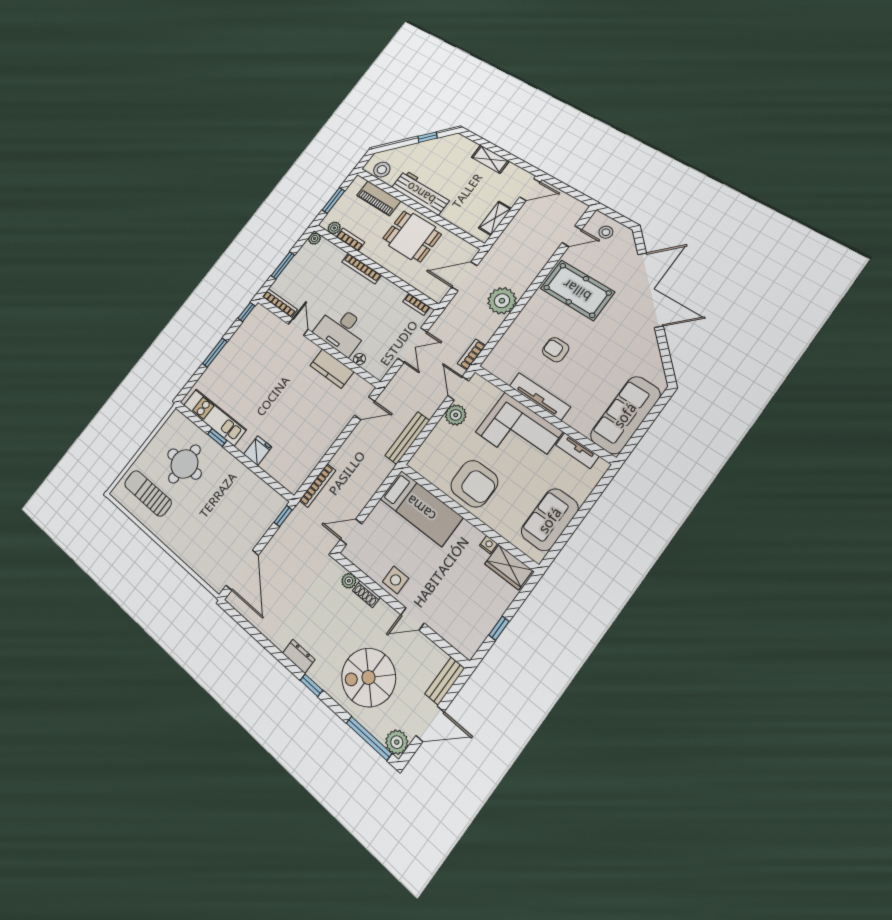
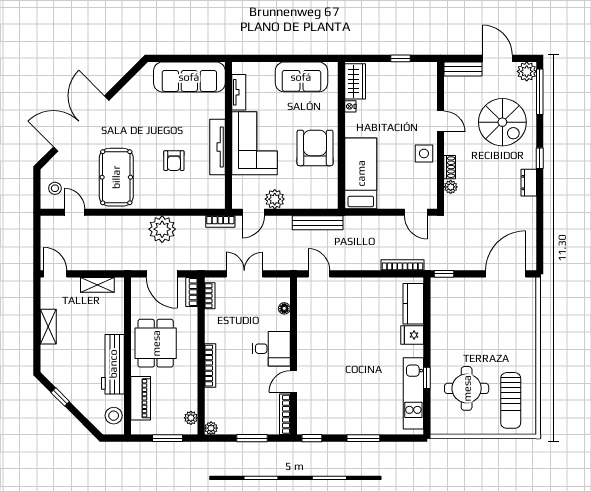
bookcase: (350, 240) -> (192, 292), moved
desk: (341, 330) -> (271, 349), width x0.73
kitchen counter: (332, 369) -> (413, 304), moved, turned 180

